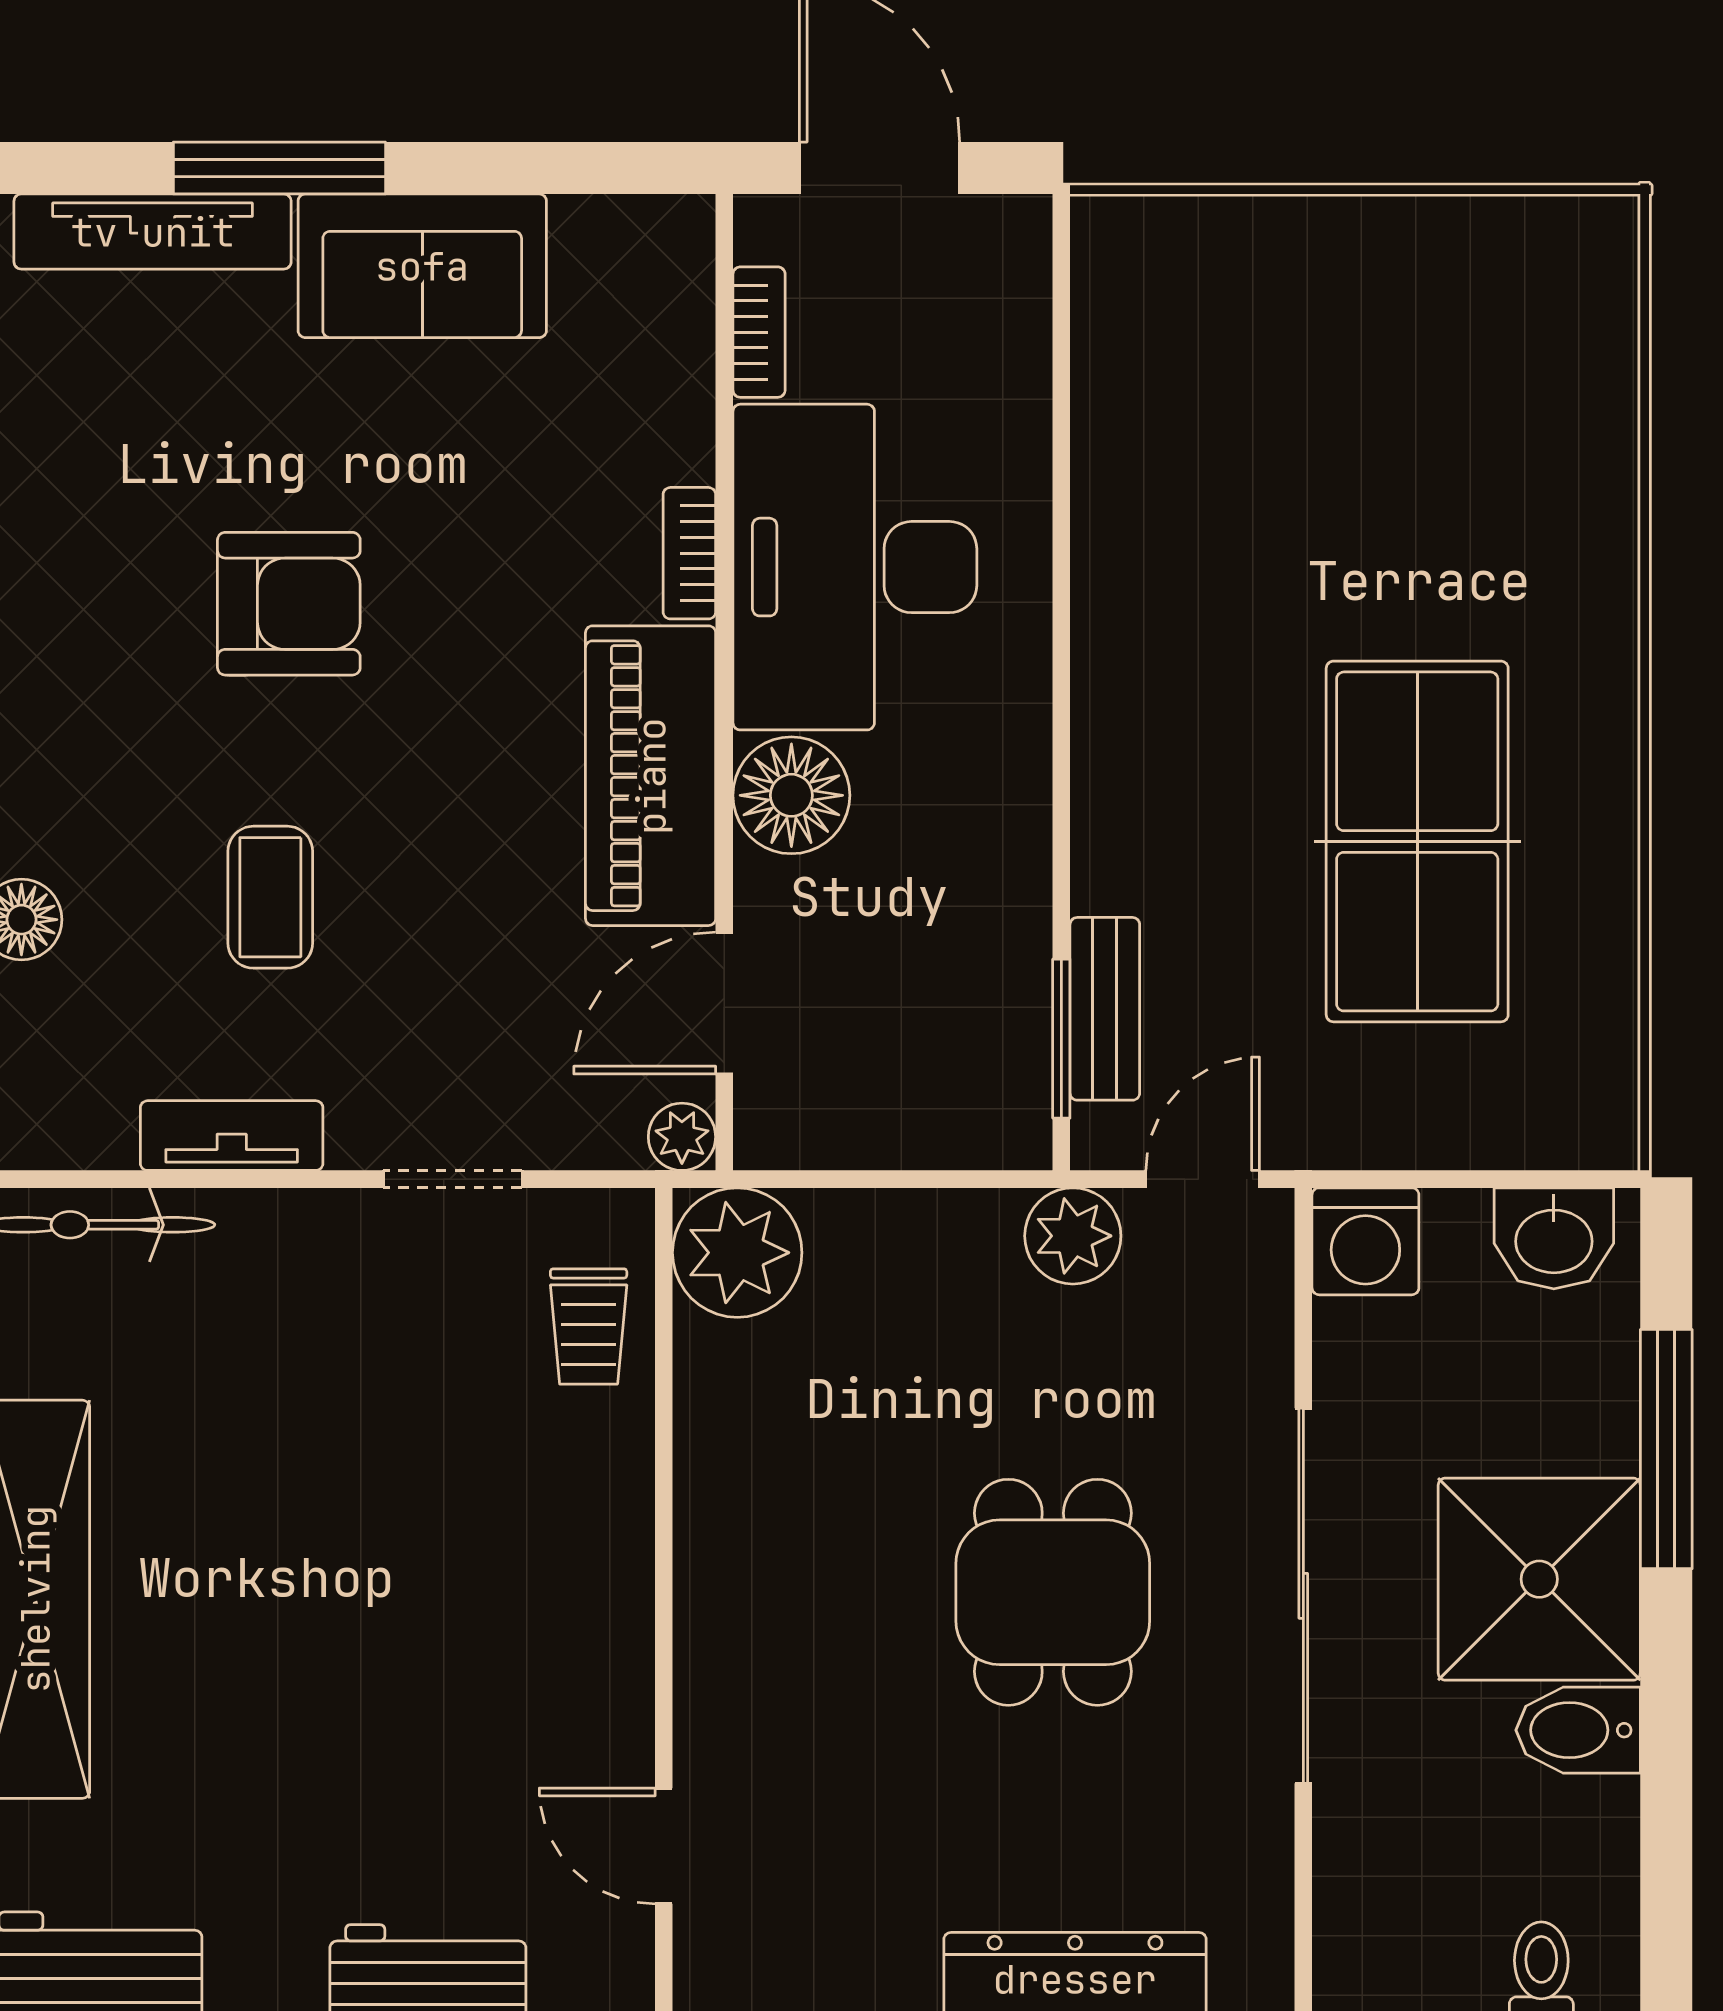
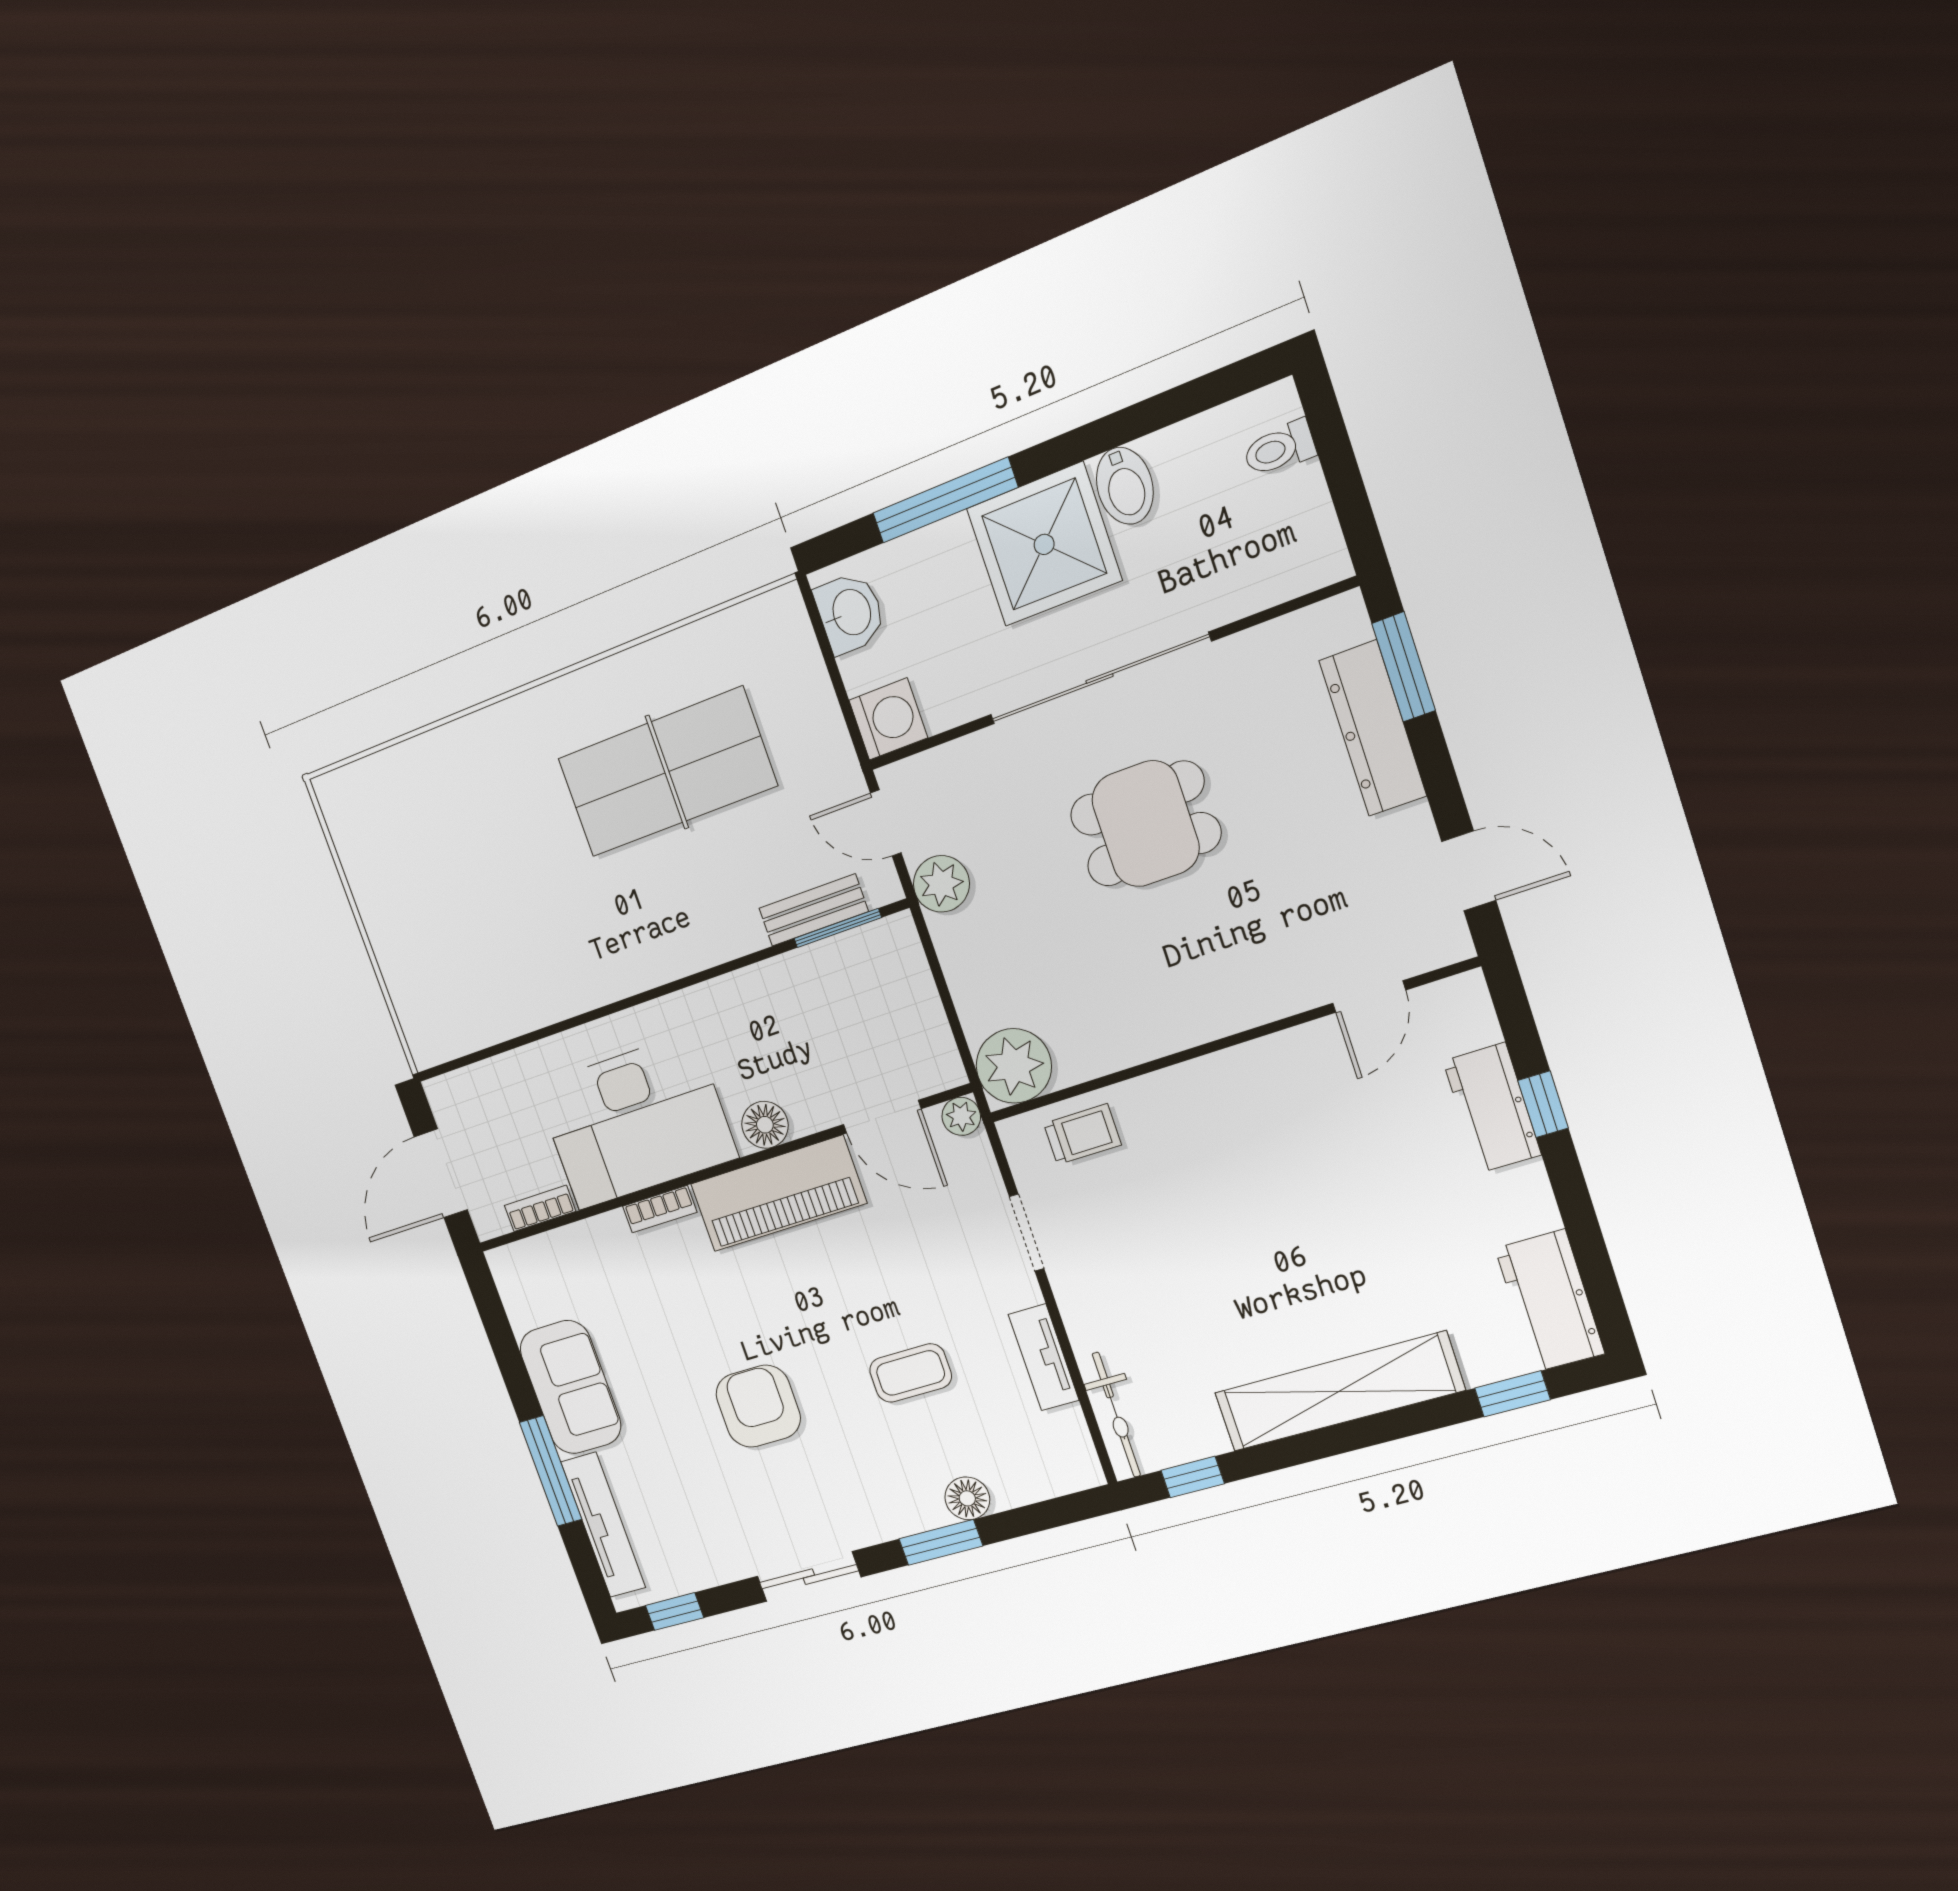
floor lamp: (791, 795) -> (765, 1125), width x0.73, depth x0.73

